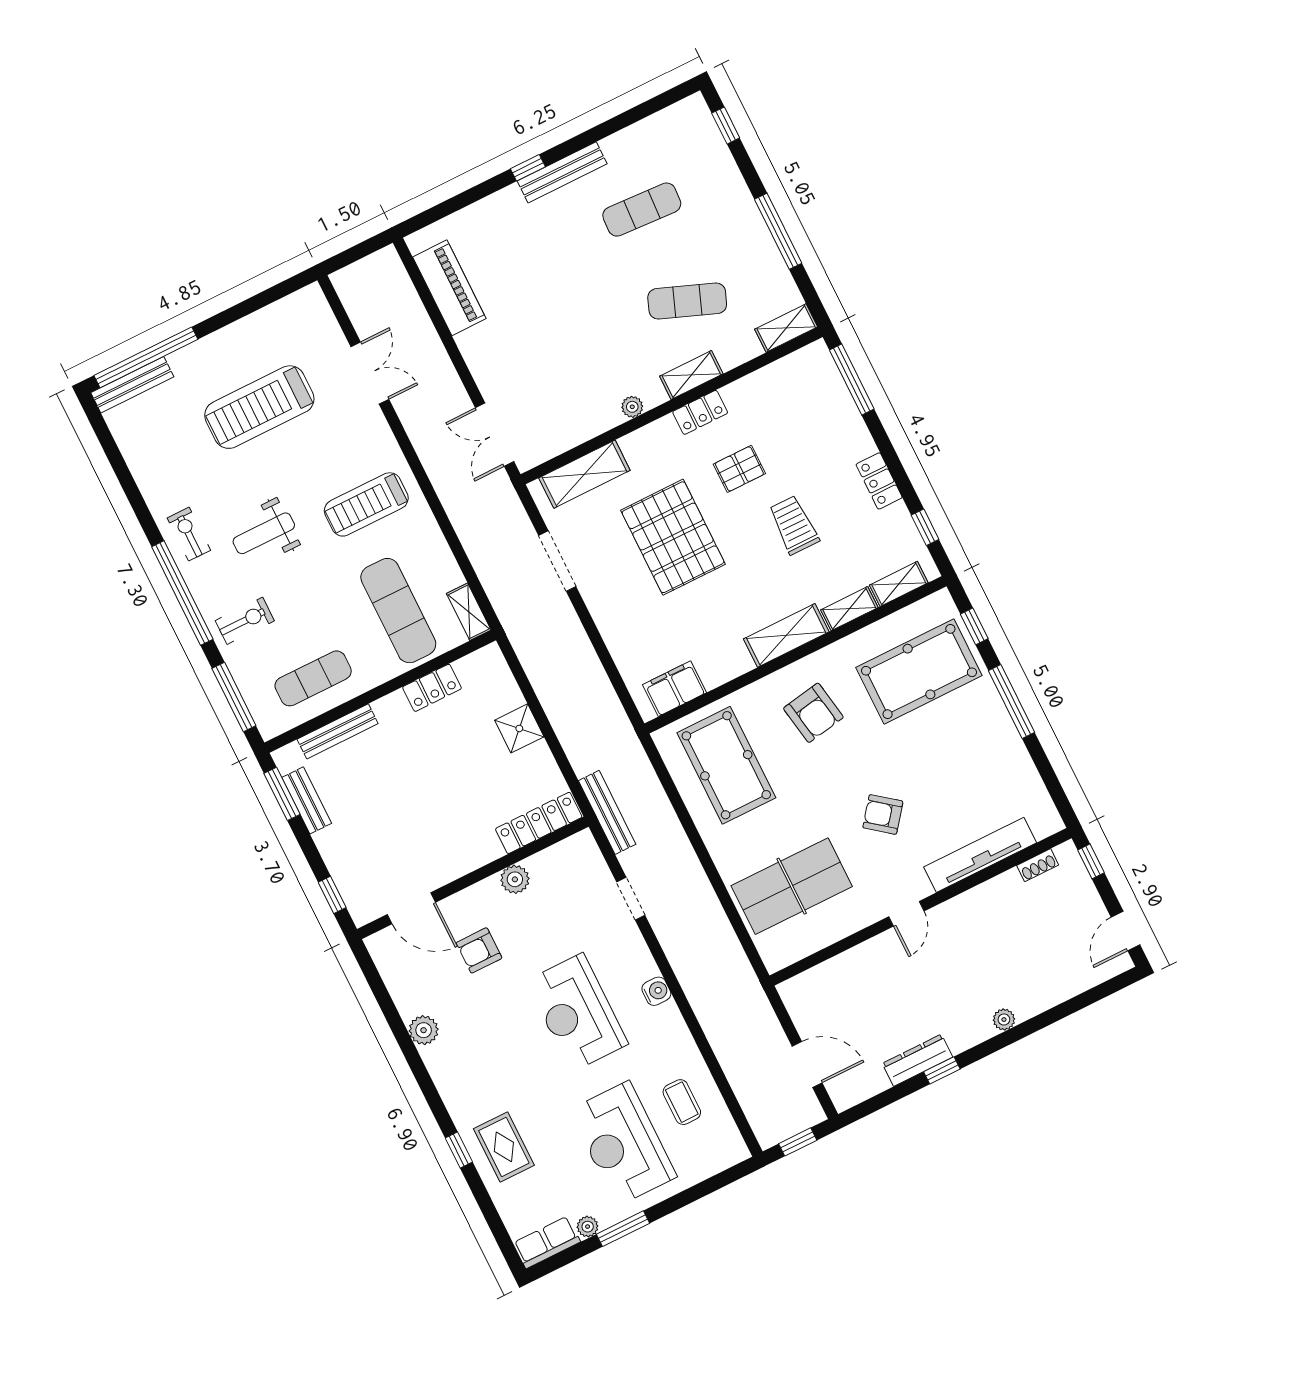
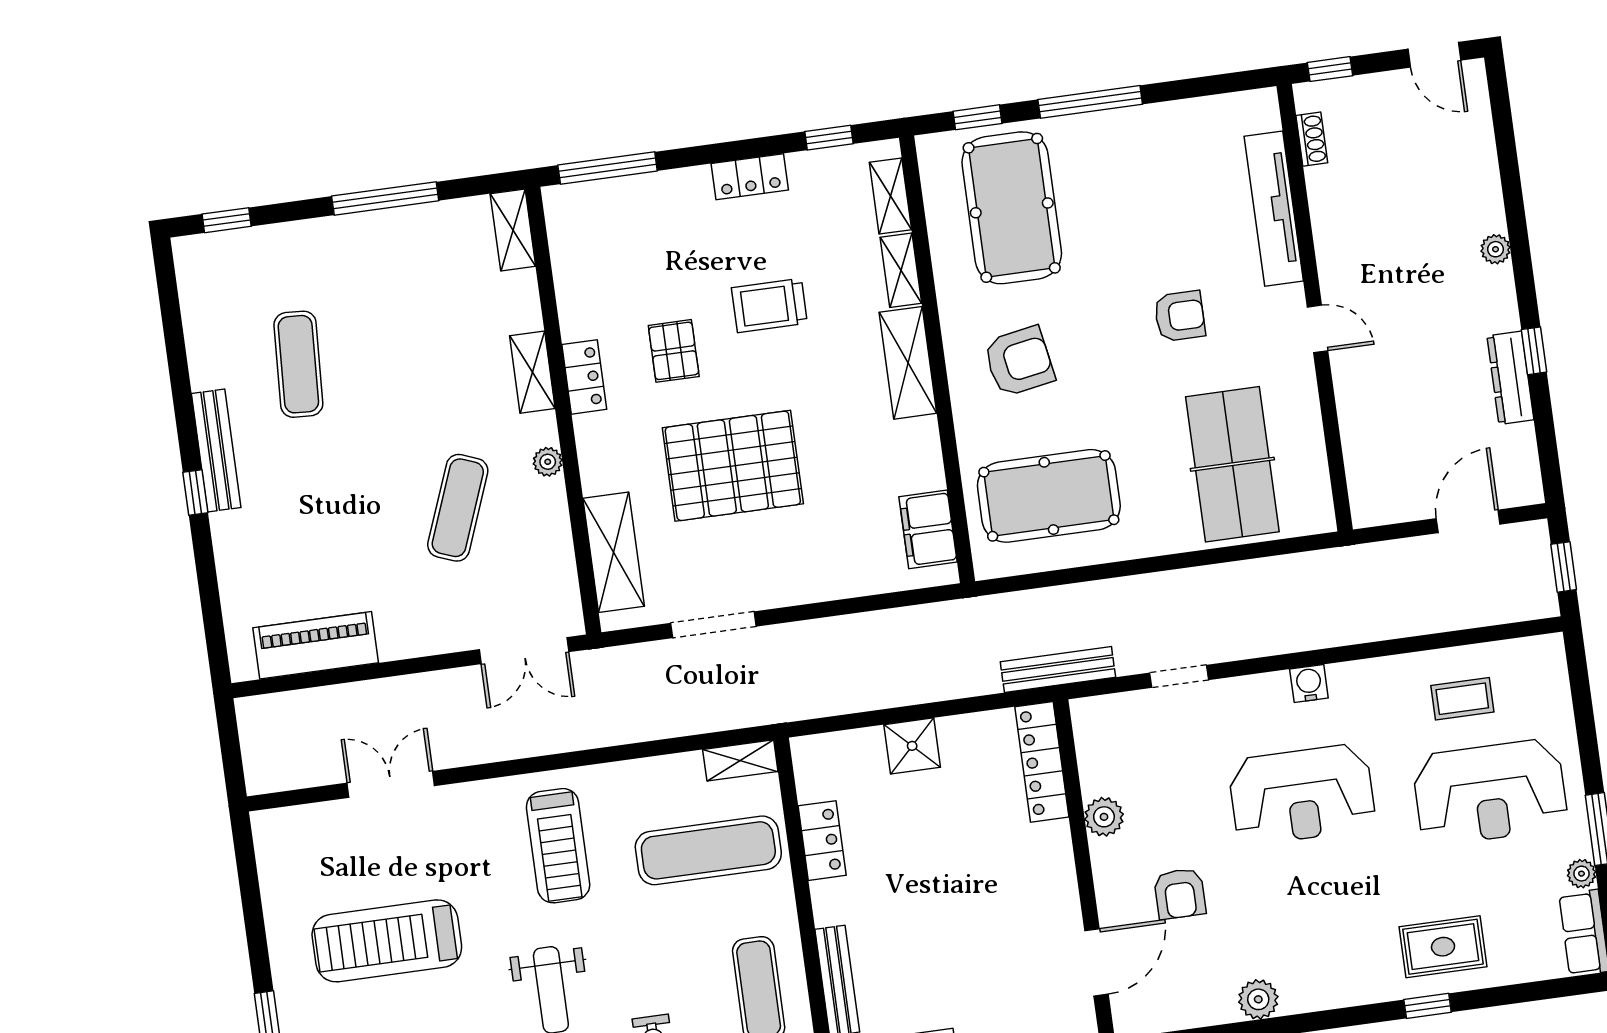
exercise mat: (687, 301) -> (458, 508), moved
treadmill: (259, 407) -> (387, 941), turned 90
armchair: (883, 814) -> (1180, 316), turned -128

